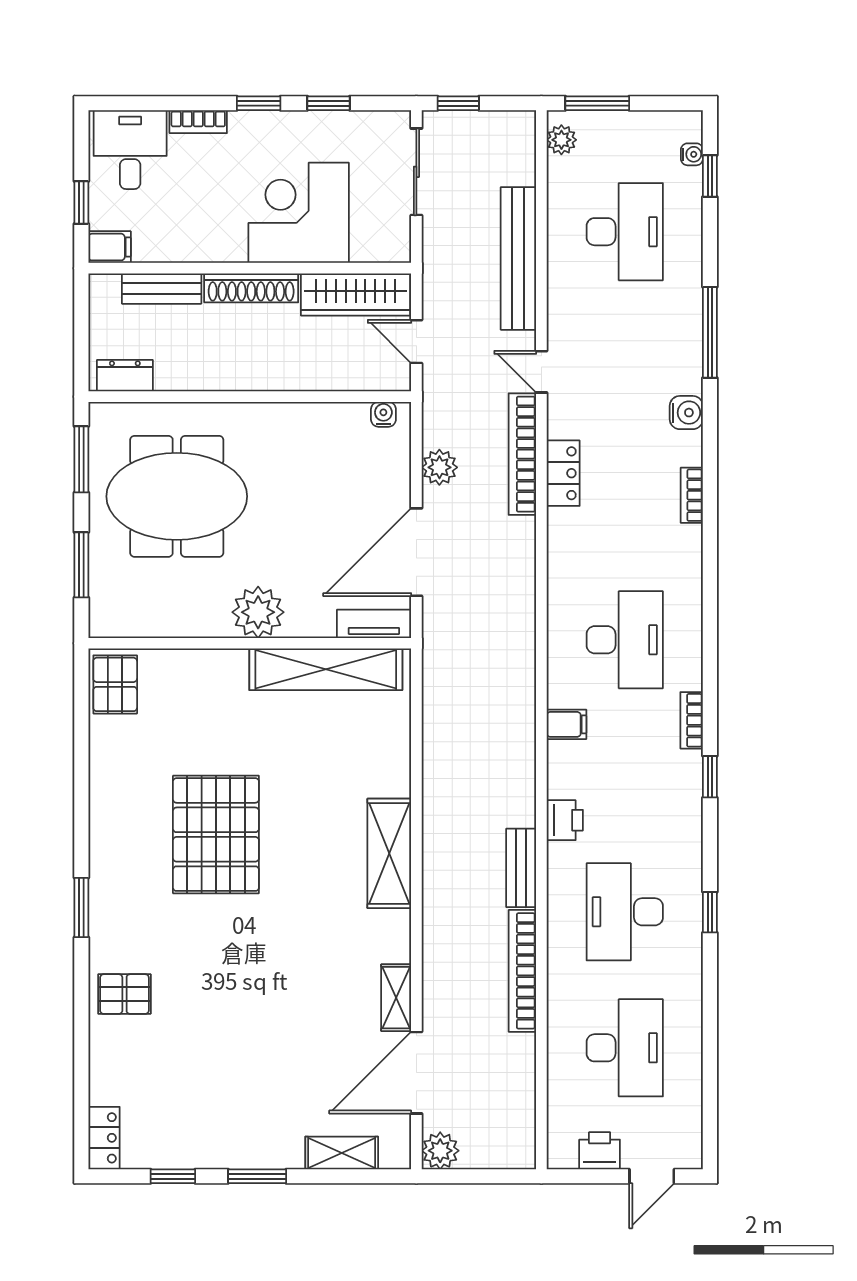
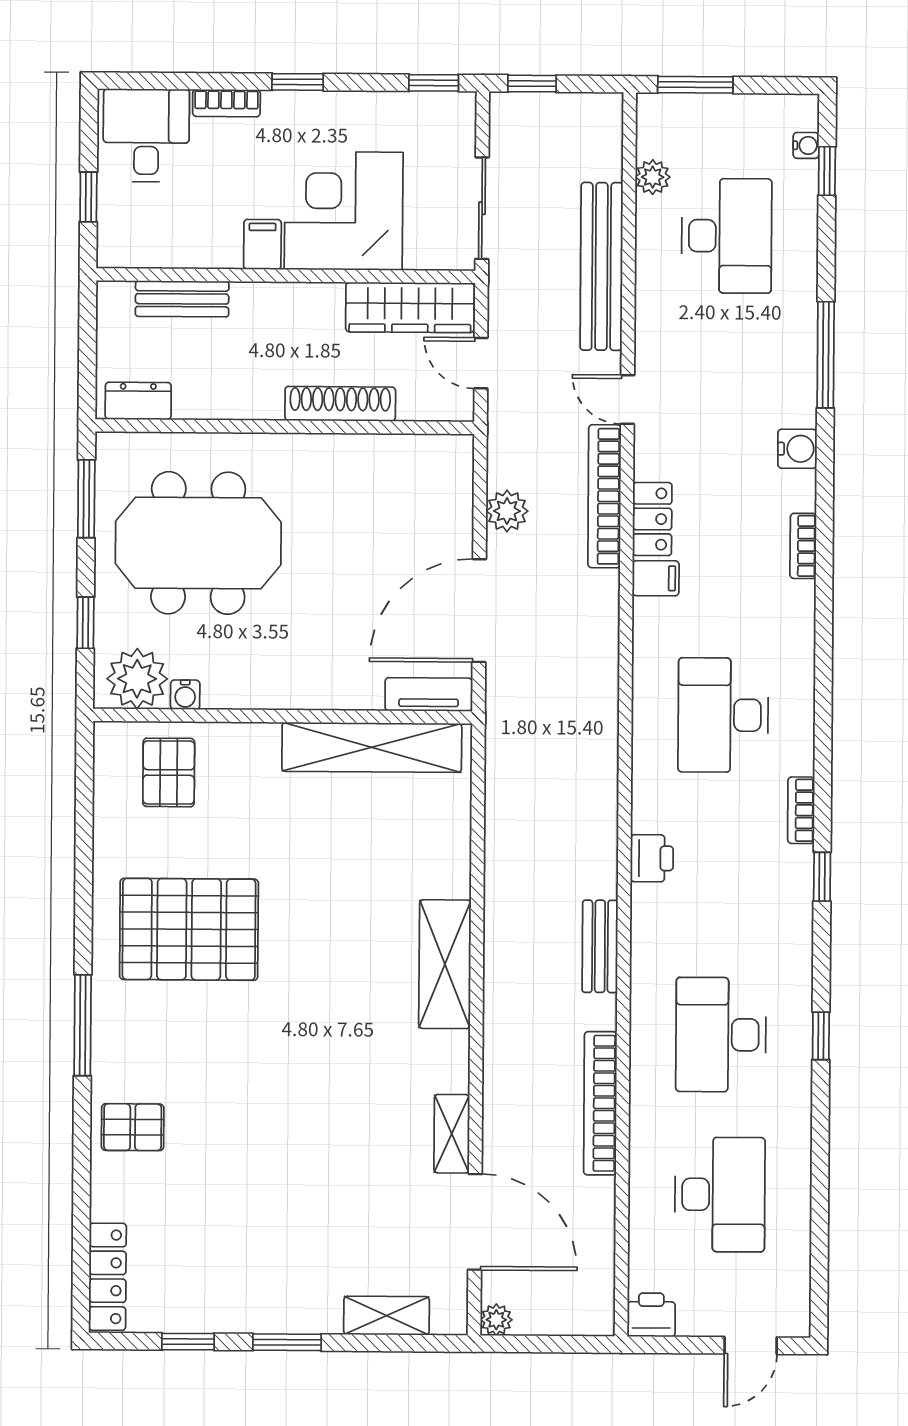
window: (328, 103) -> (434, 83), moved
plant: (561, 140) -> (653, 177), moved
sliding door: (416, 172) -> (482, 208), moved
filing cabinet: (110, 247) -> (262, 244), moved, turned -90
shoe rack: (251, 288) -> (340, 404), moved, turned 180
water cooler: (383, 414) -> (185, 695), moved, turned 180
window: (81, 565) -> (85, 623), width x0.67
plant: (258, 612) -> (137, 679), moved
desk: (625, 640) -> (723, 715), turned 180
pallet: (115, 684) -> (169, 772), moved
filing cabinet: (566, 724) -> (656, 578), moved
printer: (565, 820) -> (652, 858), moved
pallet: (216, 835) -> (189, 929), moved, turned 90
bench: (521, 868) -> (600, 946), moved
window: (81, 908) -> (83, 1025), width x1.44
door: (416, 1073) -> (475, 1222), swing flipped
locker: (104, 1138) -> (108, 1277), width x1.53
plant: (440, 1151) -> (496, 1320), width x0.73, depth x0.73
printer: (600, 1151) -> (651, 1315), moved

